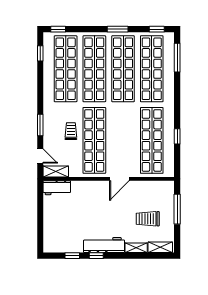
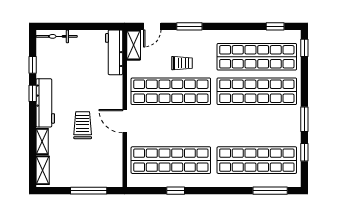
window: (157, 29) -> (304, 152), moved
shop shelf: (123, 69) -> (257, 126), removed
workbench: (57, 188) -> (114, 52), width x1.38
trolley: (148, 219) -> (83, 125), moved
bicycle: (49, 236) -> (57, 36), added

